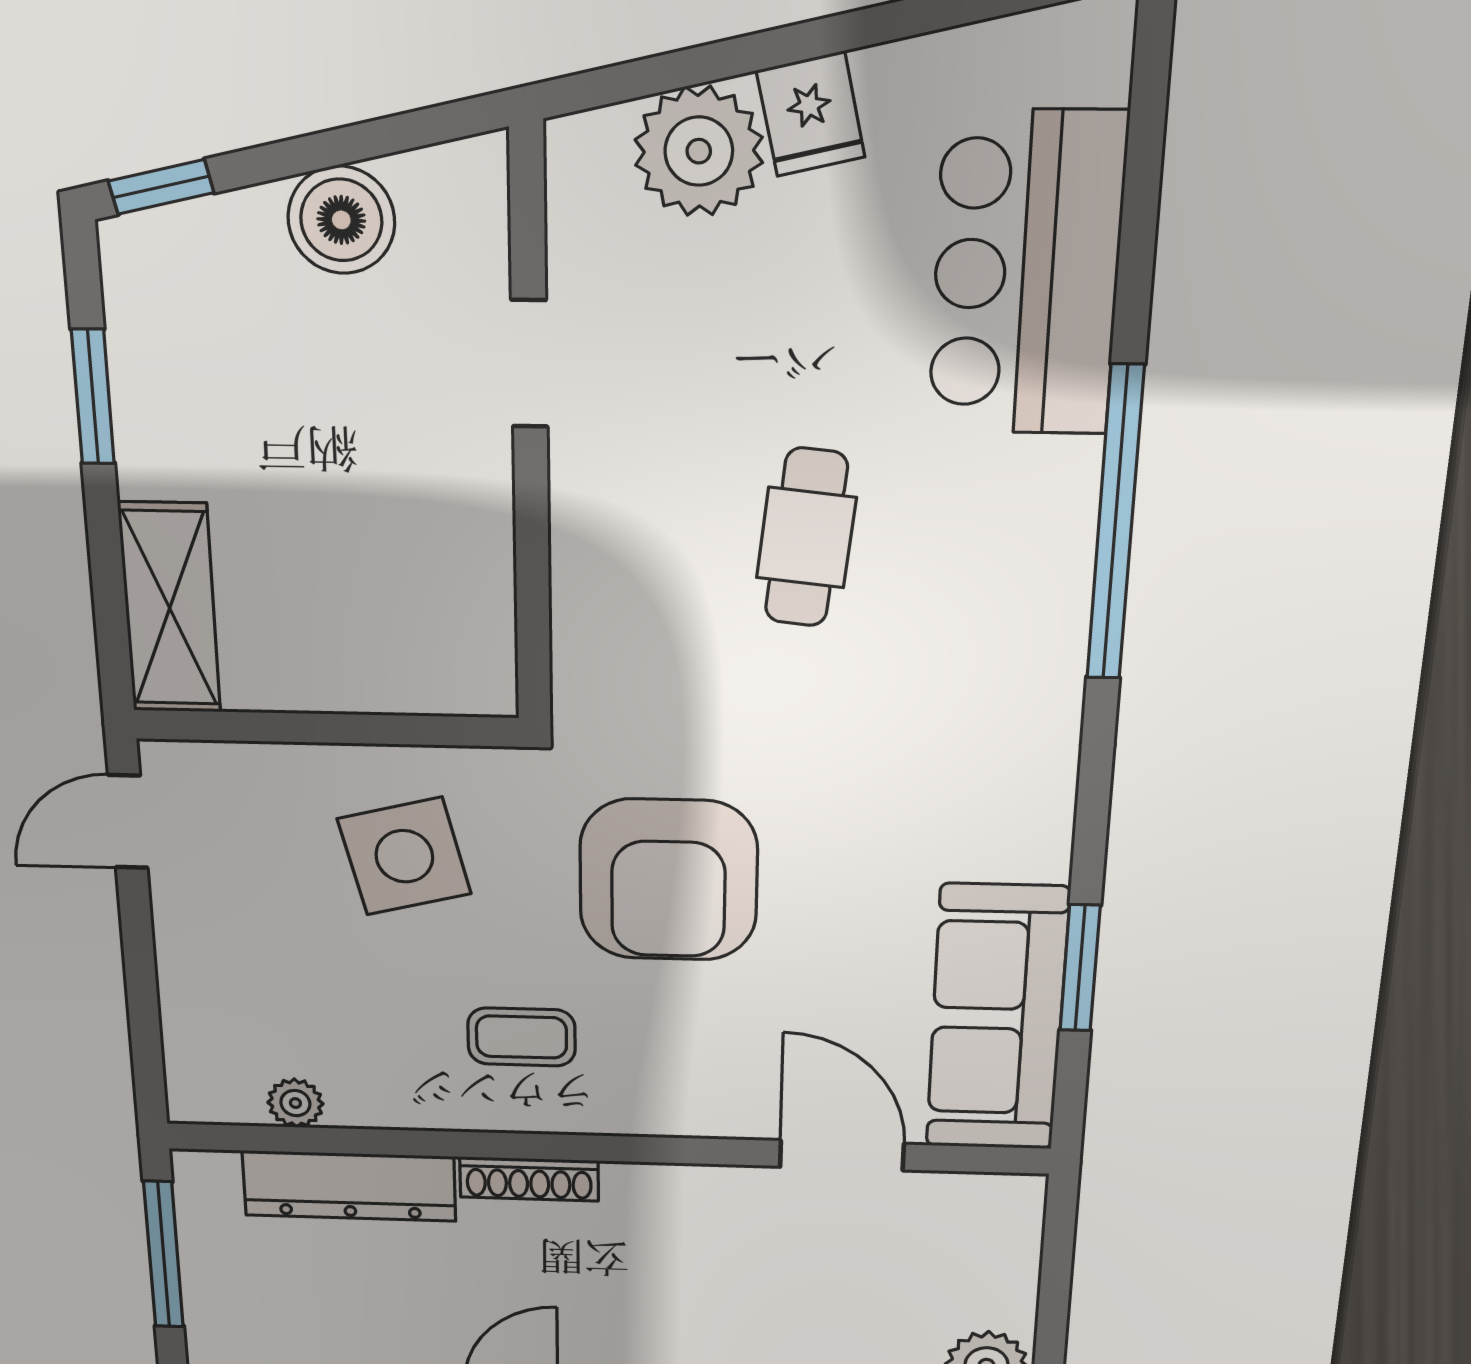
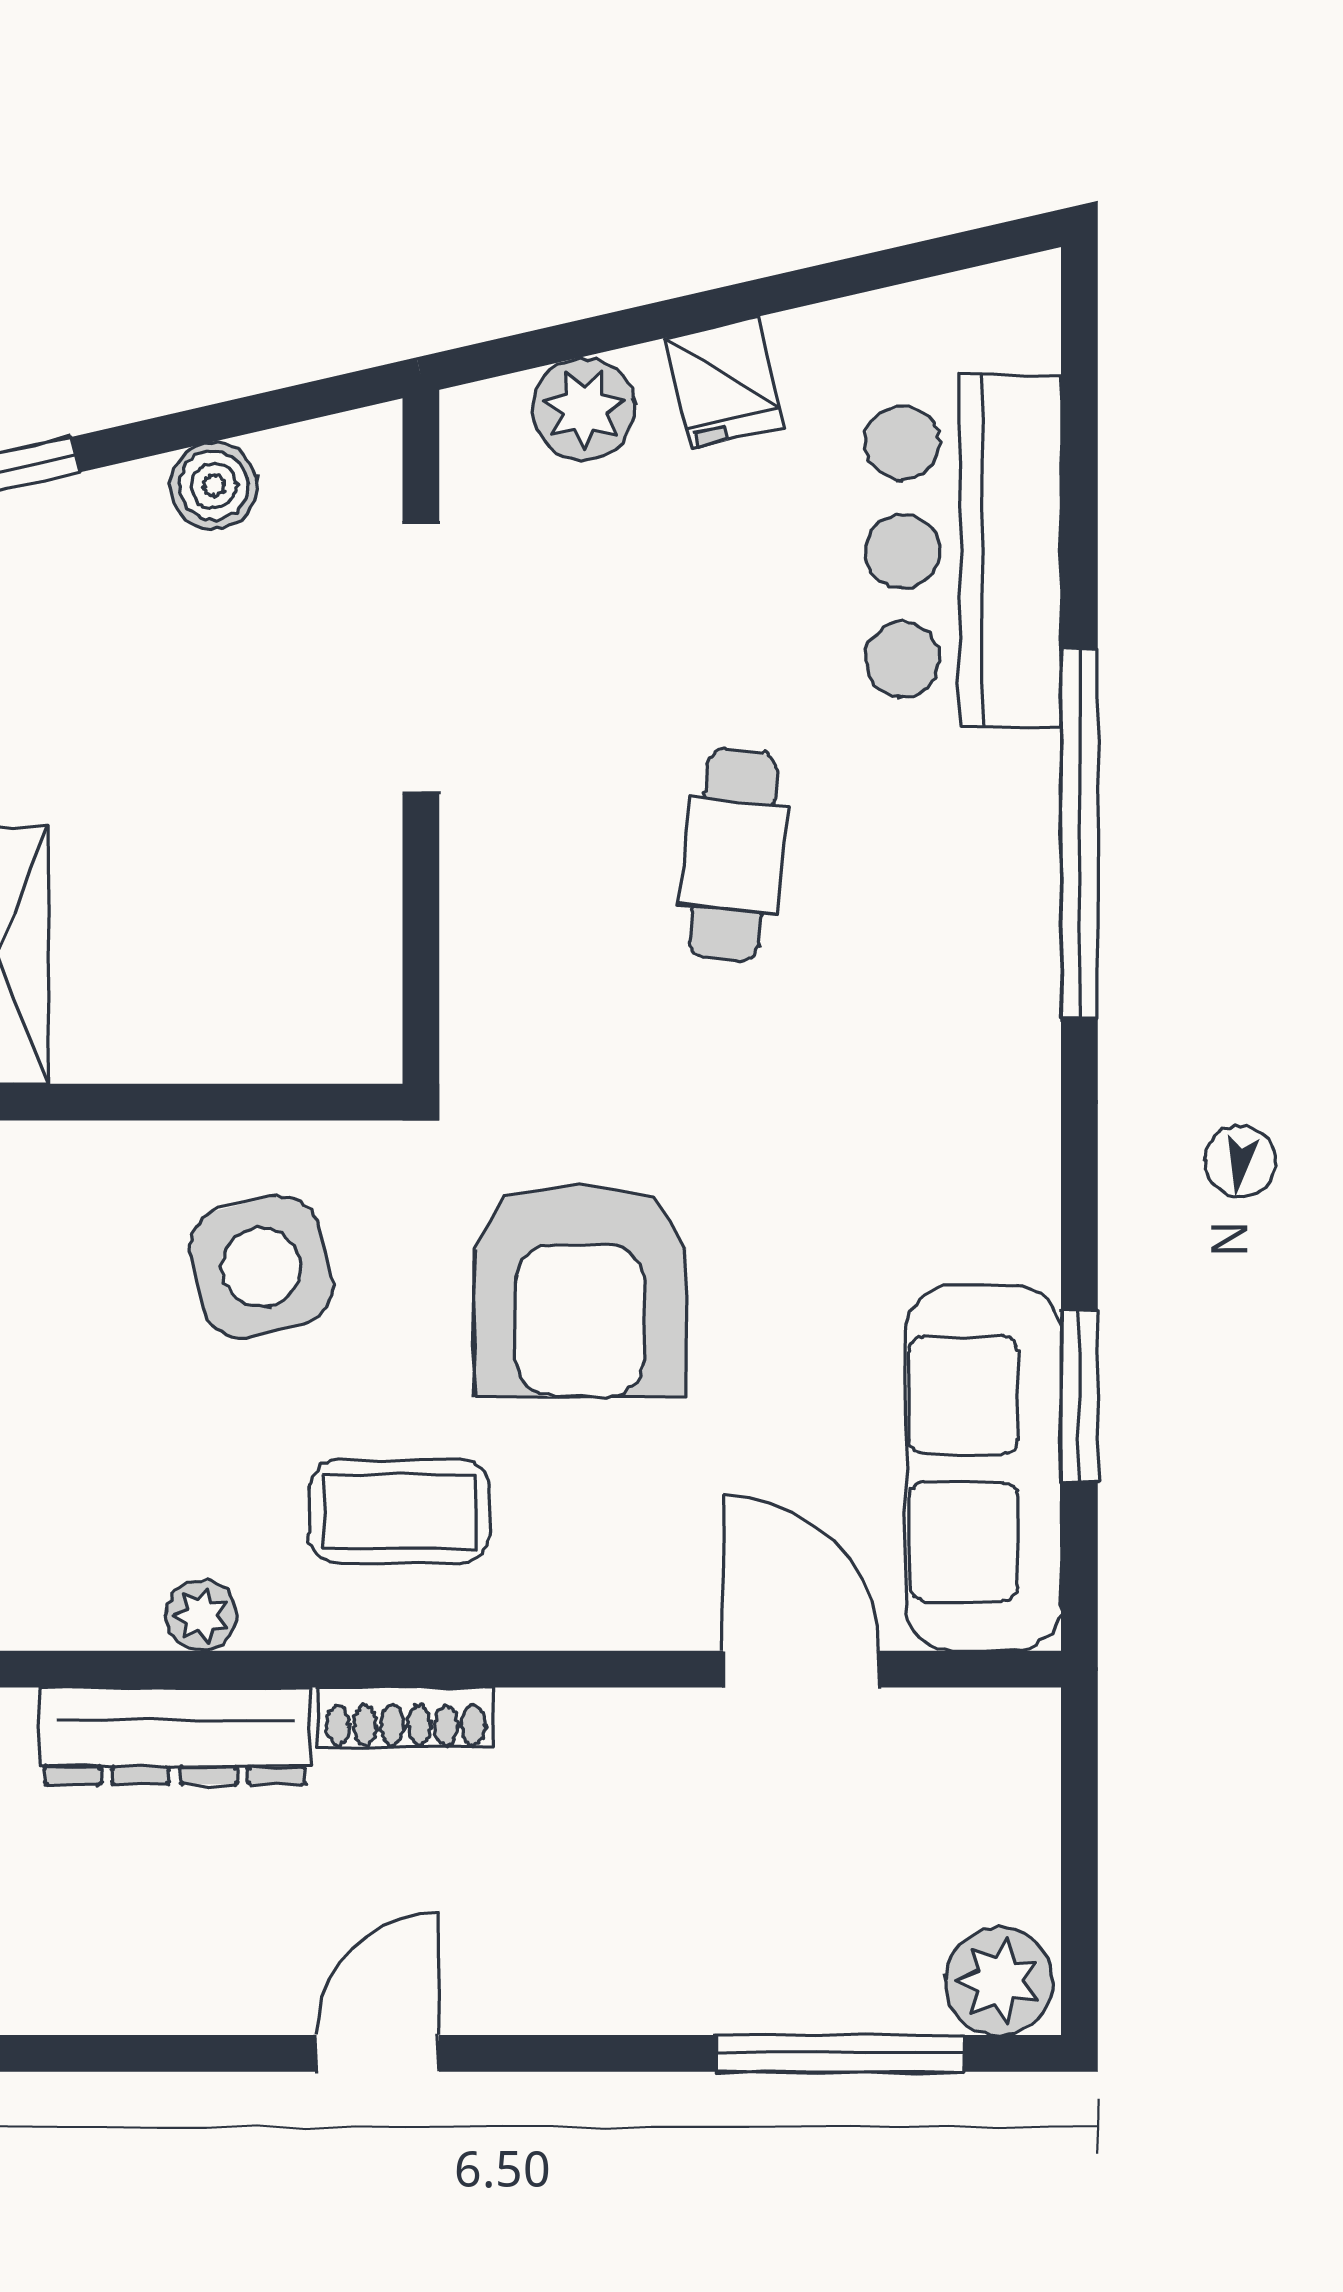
plant: (699, 151) -> (584, 409), width x0.73, depth x0.73
boiler: (341, 220) -> (214, 486), width x0.73, depth x0.73
doorway: (529, 364) -> (421, 658), width x1.87
coffee table: (521, 1037) -> (399, 1512), width x1.36, depth x1.30
plant: (295, 1103) -> (201, 1616), moved

